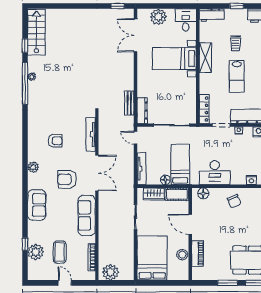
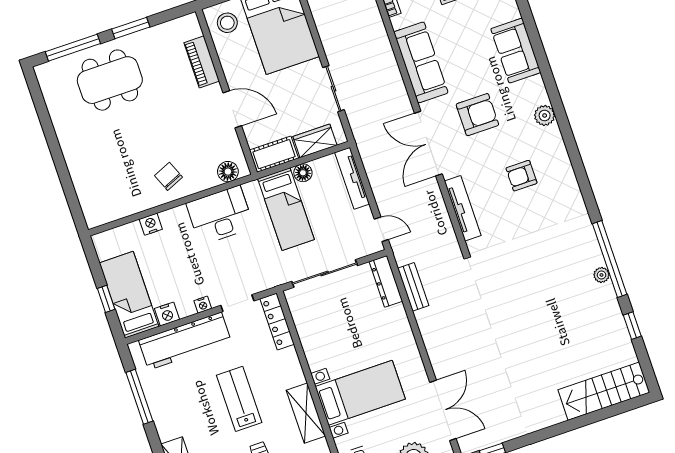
stairs: (36, 32) -> (604, 391), moved, turned 90
stool: (182, 255) -> (227, 23), moved

